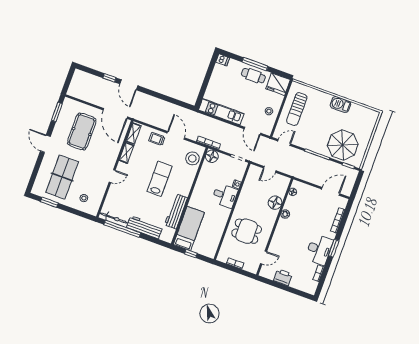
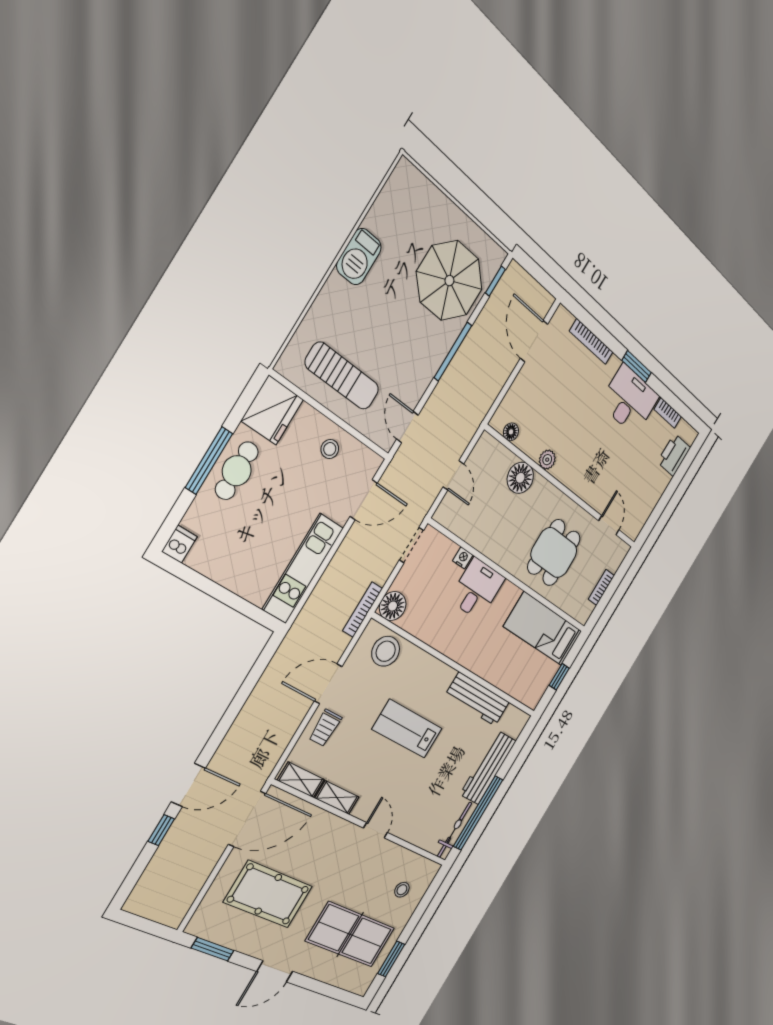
bed: (189, 228) -> (543, 629), moved
printer: (283, 277) -> (674, 455), moved

